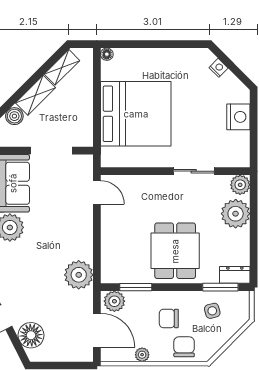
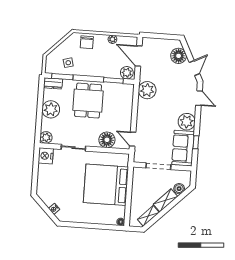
nightstand: (238, 117) -> (46, 156), moved
floor lamp: (139, 188) -> (107, 140), added
plant: (236, 214) -> (51, 109), moved
chair: (169, 318) -> (95, 60), removed

